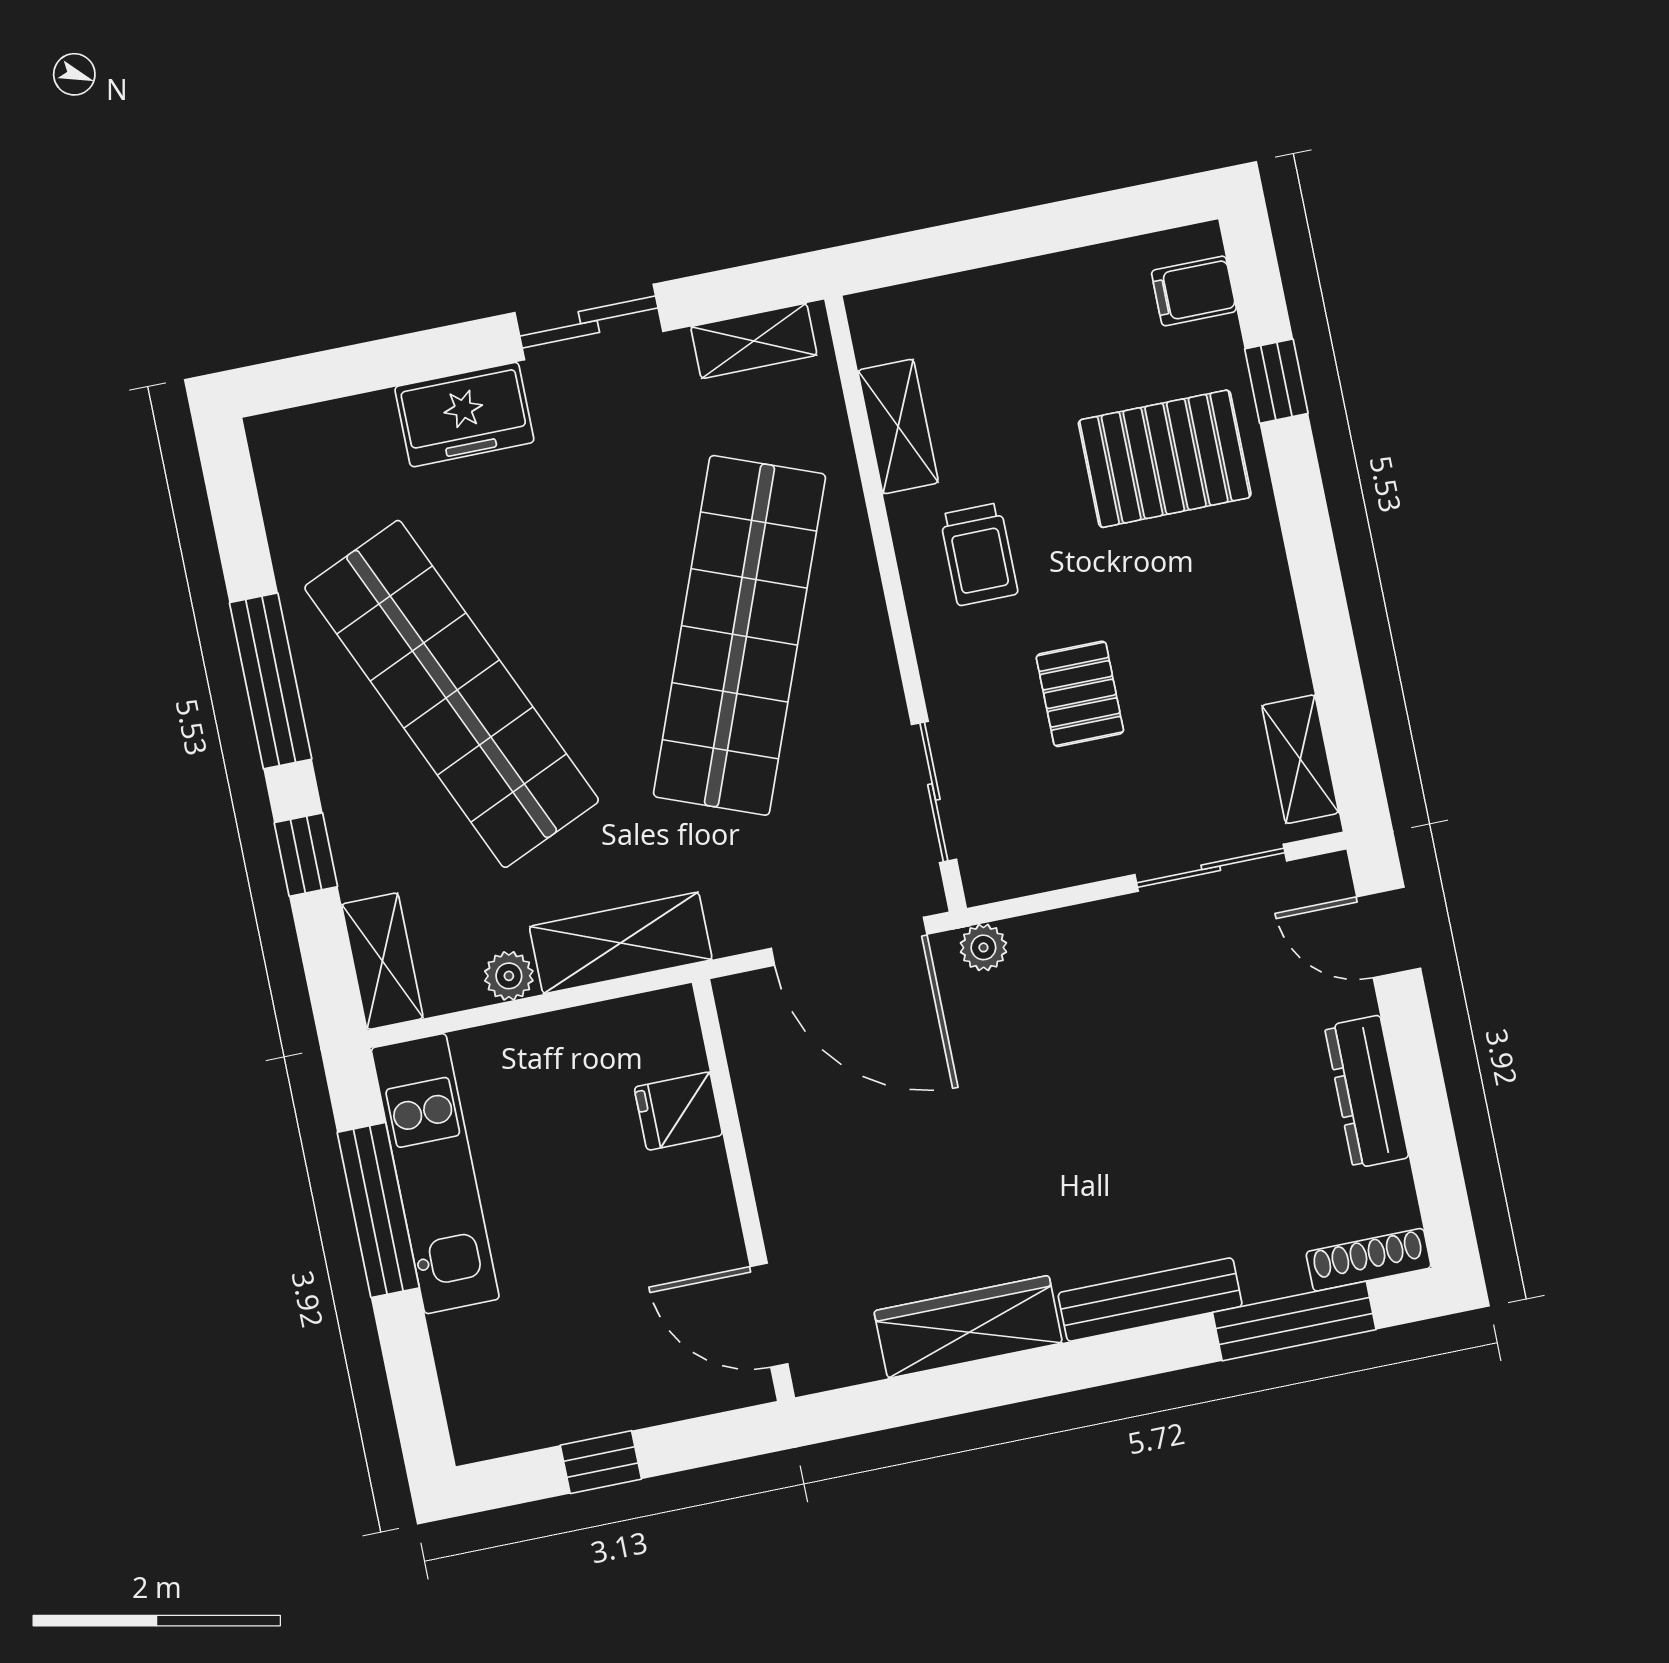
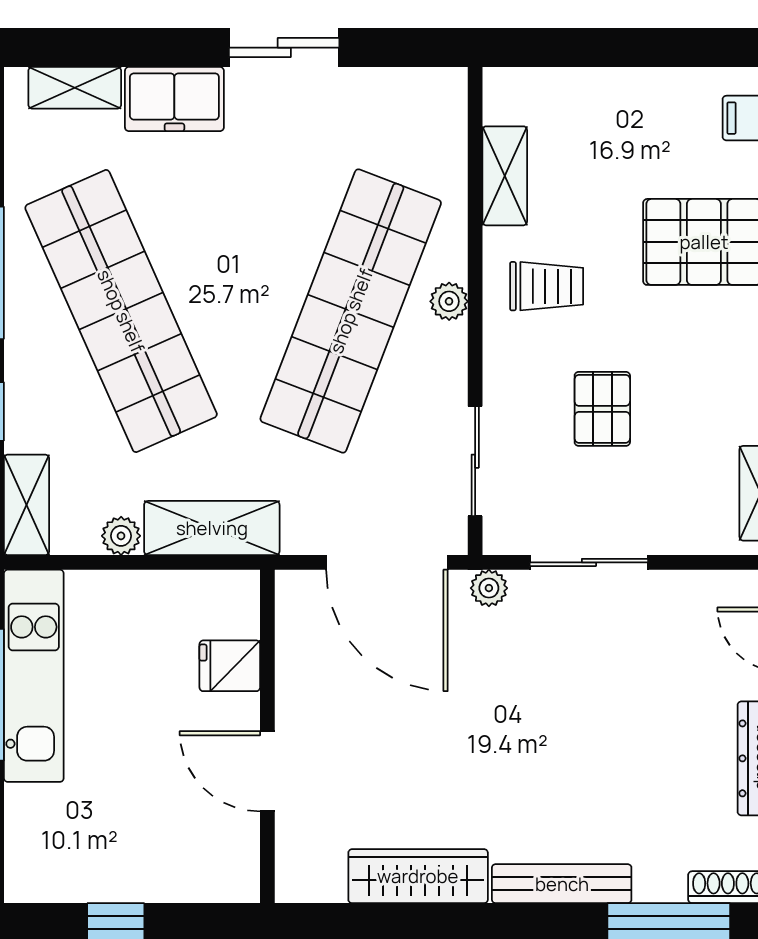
shelving: (754, 341) -> (75, 88), moved
trolley: (979, 554) -> (547, 286), turned -90
plant: (860, 598) -> (449, 301), added
sliding door: (1211, 868) -> (589, 562), moved
door: (769, 1315) -> (267, 771), moved

